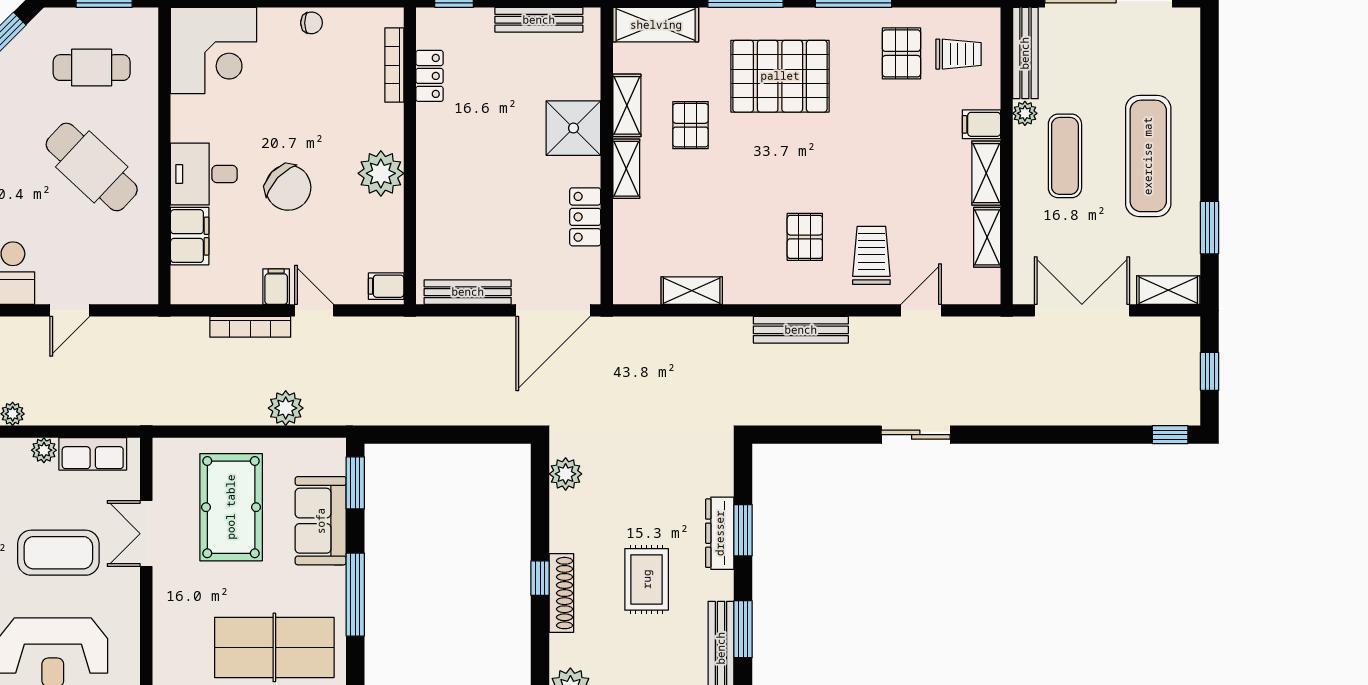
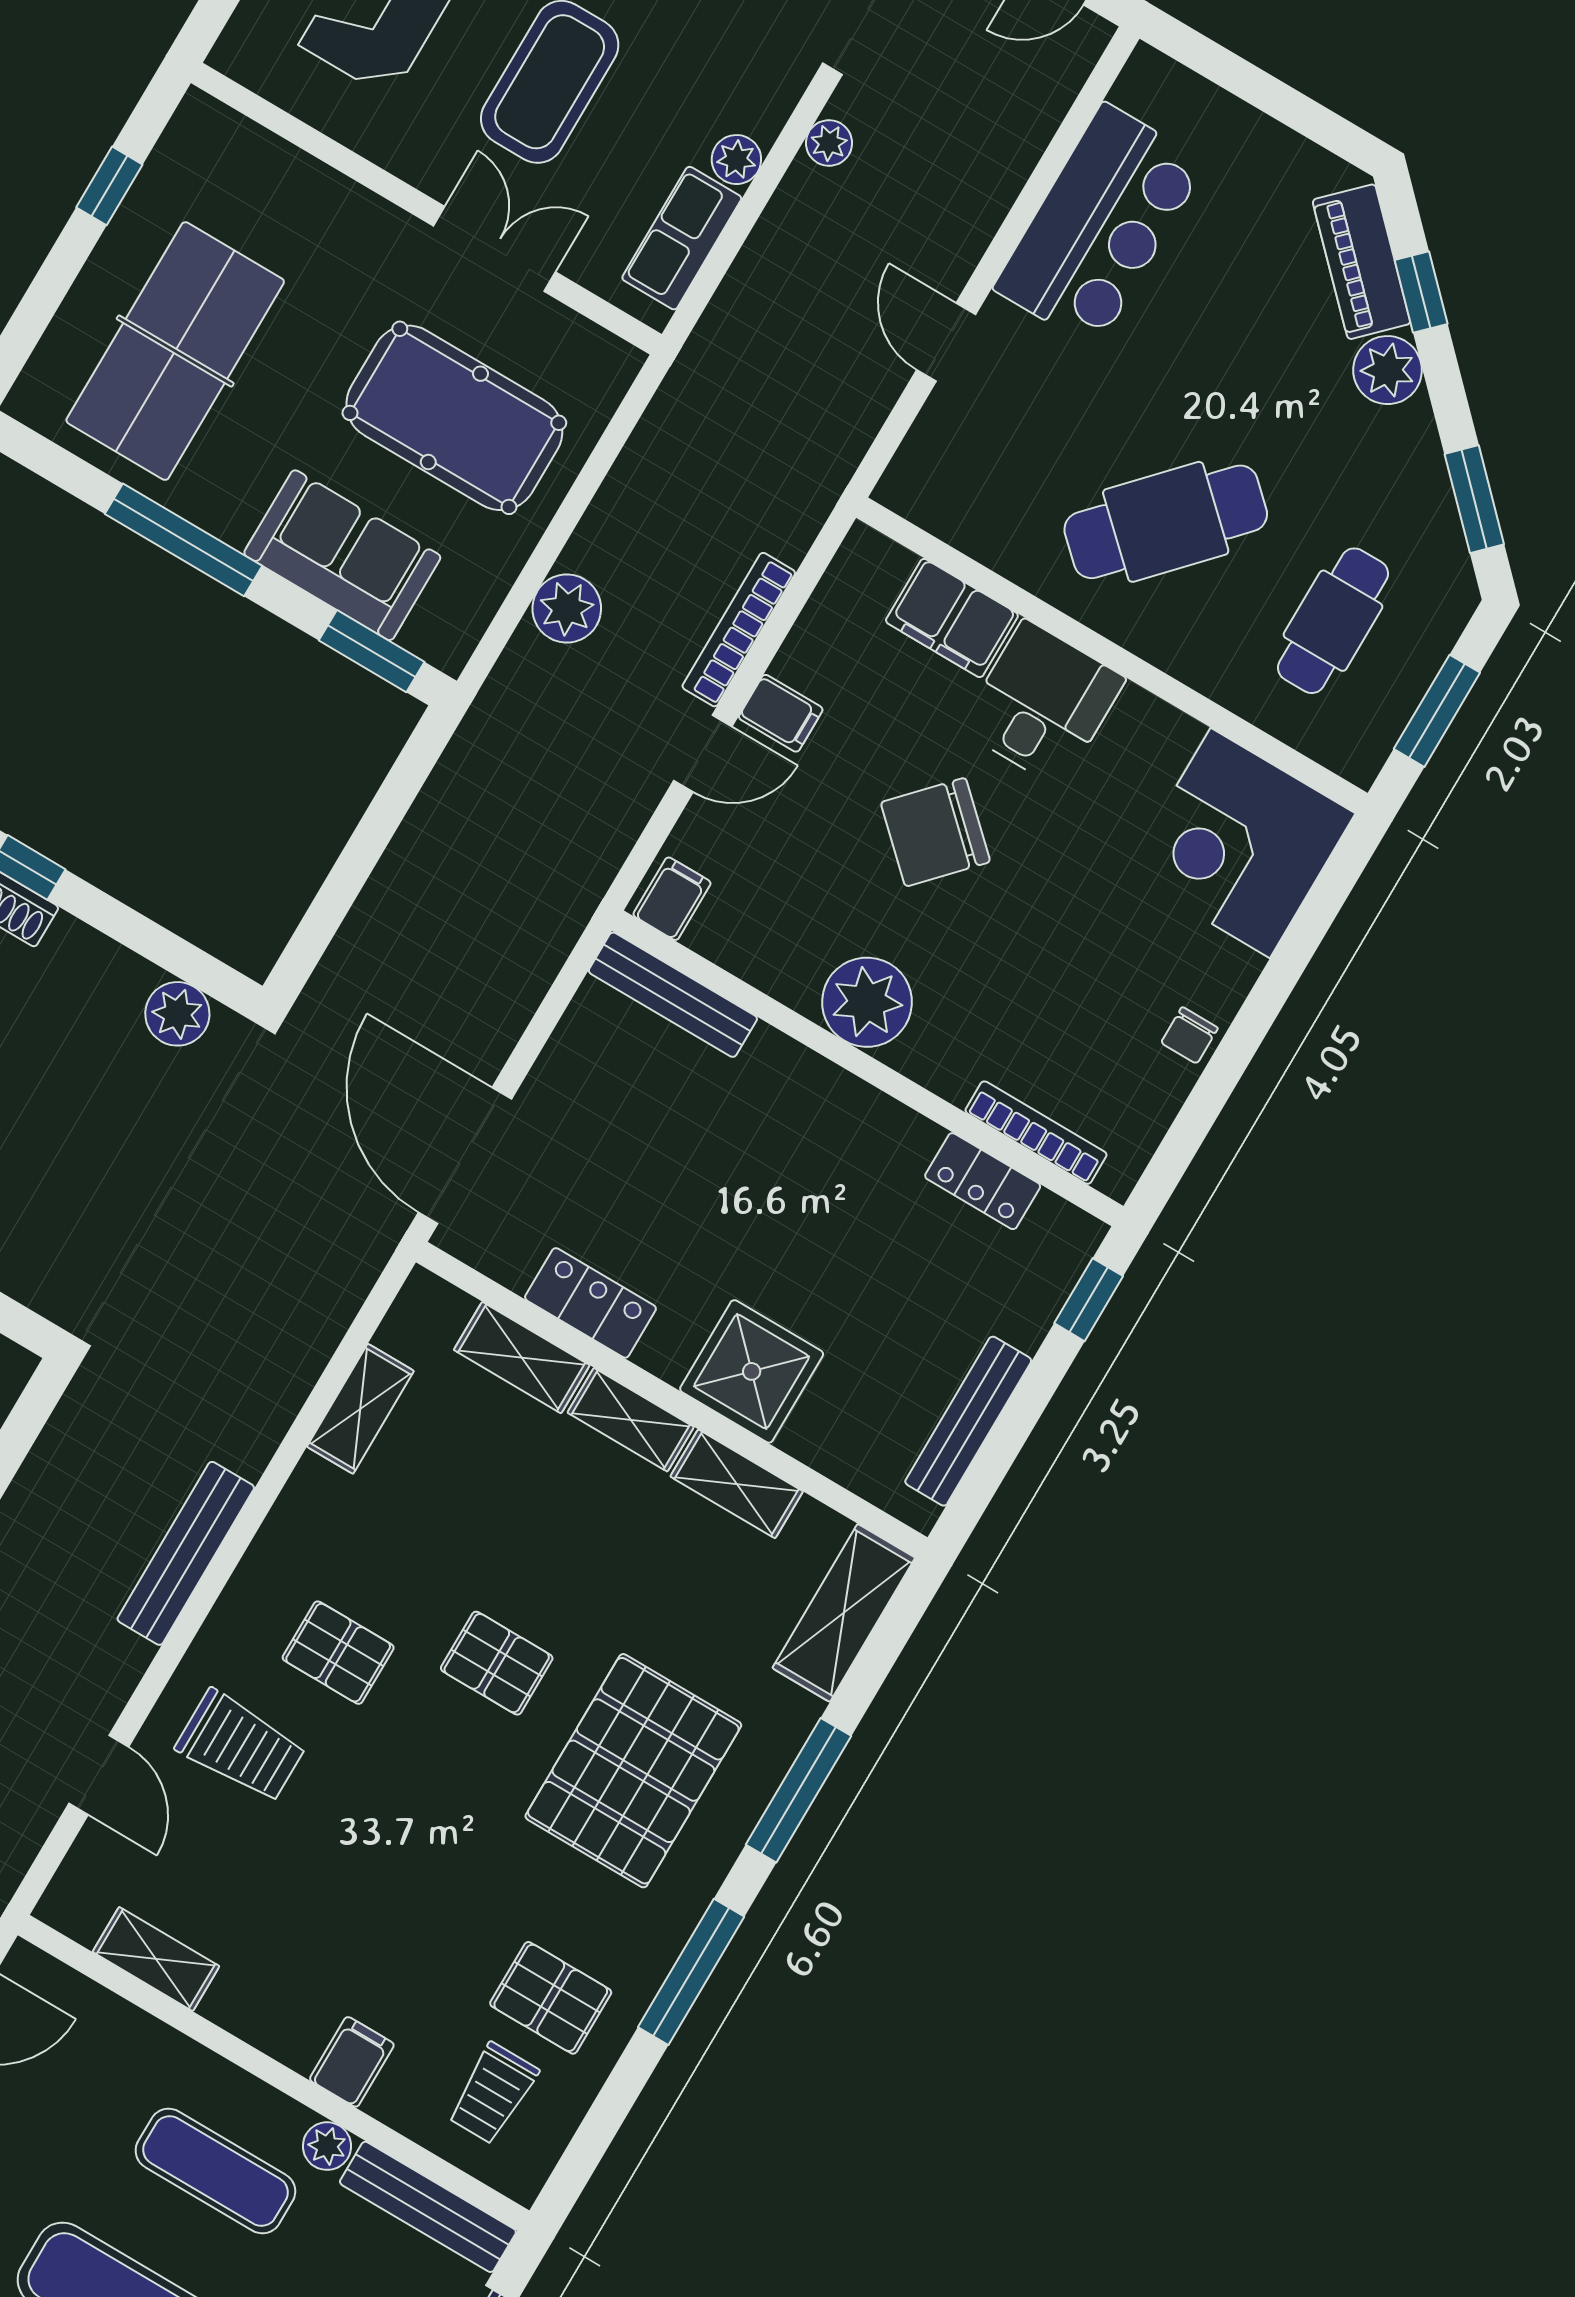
pallet: (691, 125) -> (497, 1663), moved
shelving: (986, 173) -> (522, 1358), moved
bench: (468, 292) -> (673, 995), moved, turned 90

